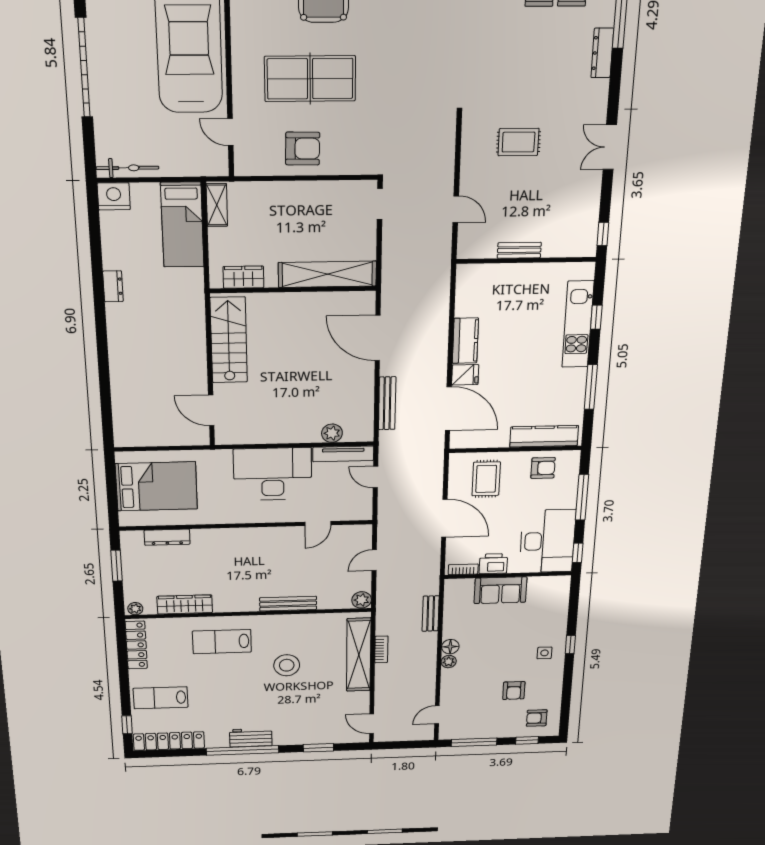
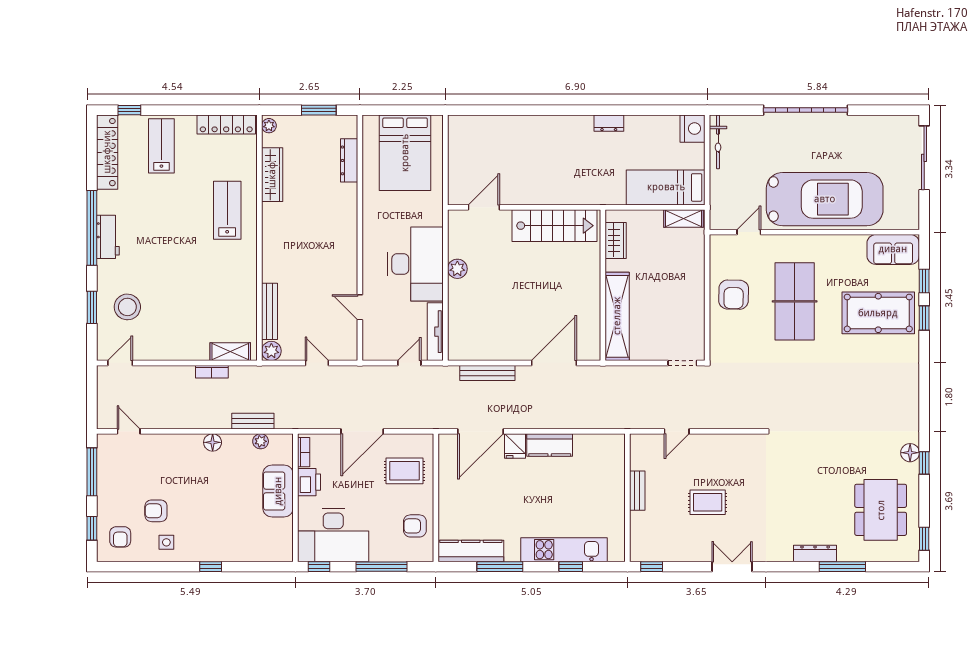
rug: (519, 142) -> (708, 502), moved, turned 90
plant: (332, 433) -> (457, 269), moved
kitchen counter: (544, 436) -> (471, 551), moved, turned -90
armchair: (543, 468) -> (415, 526), turned 90
bench: (288, 604) -> (270, 311), moved
side table: (544, 653) -> (166, 542), moved
shelving: (359, 655) -> (230, 352), width x0.45, depth x0.75
plant: (449, 662) -> (261, 441), moved
stool: (287, 665) -> (127, 307), moved
armchair: (537, 718) -> (120, 537), turned 180

